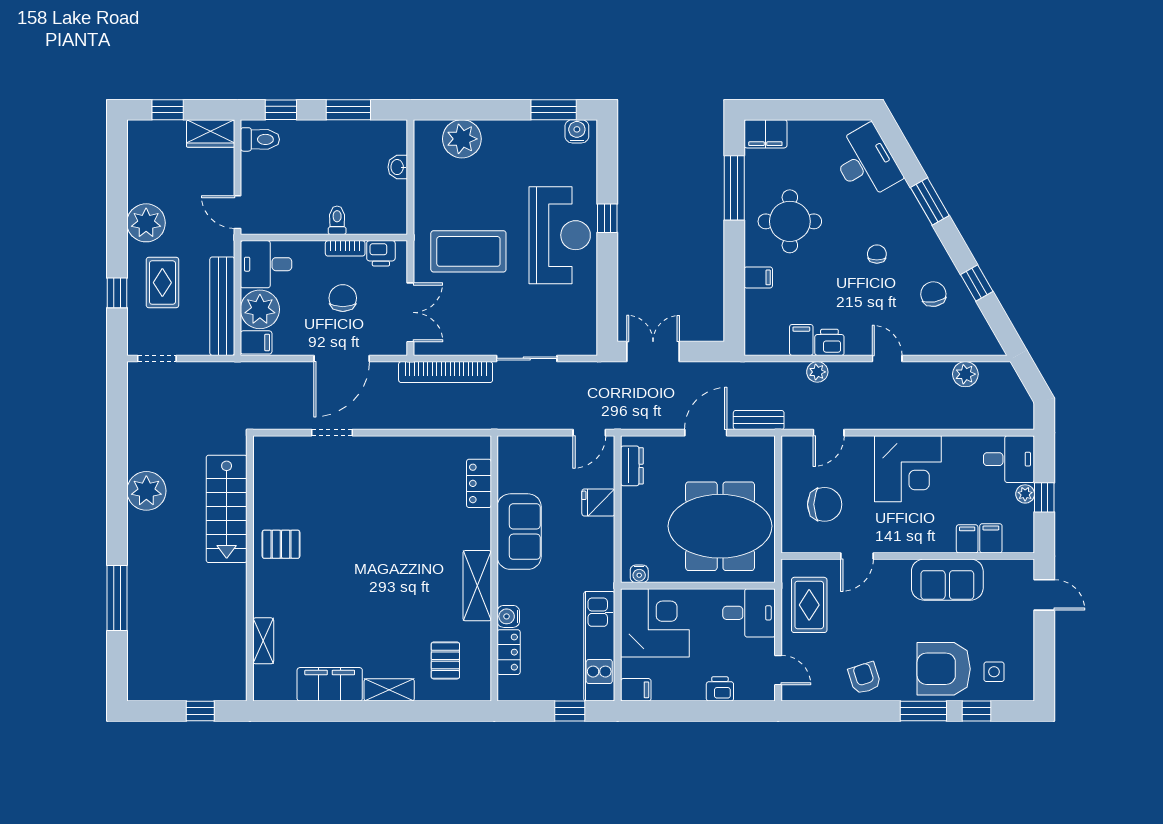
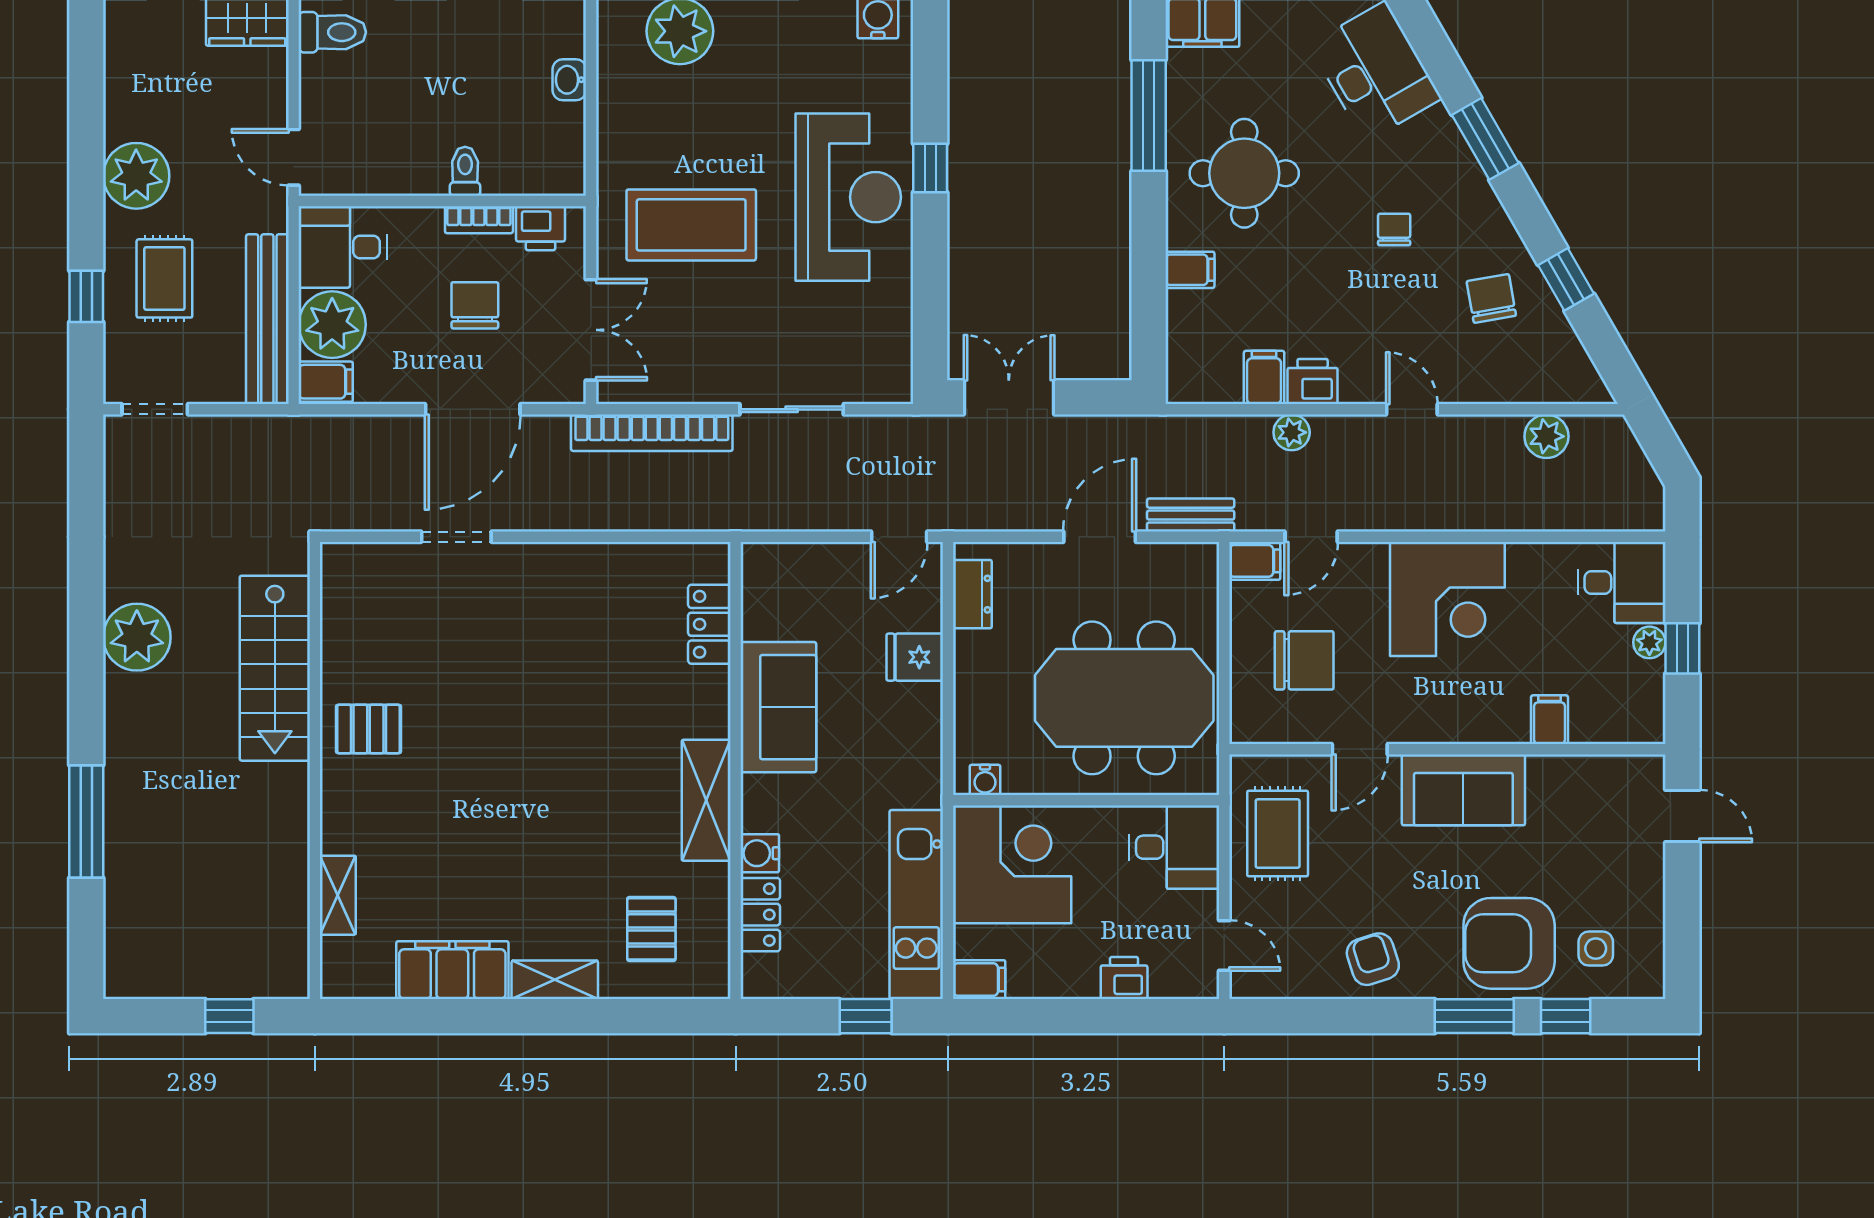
filing cabinet: (991, 538) -> (1255, 561), moved, turned 90
sofa: (947, 580) -> (1463, 790), moved

